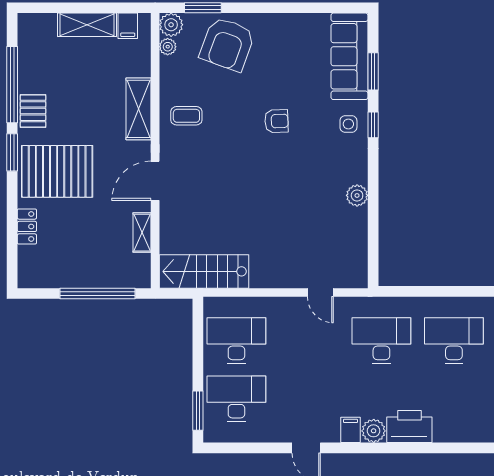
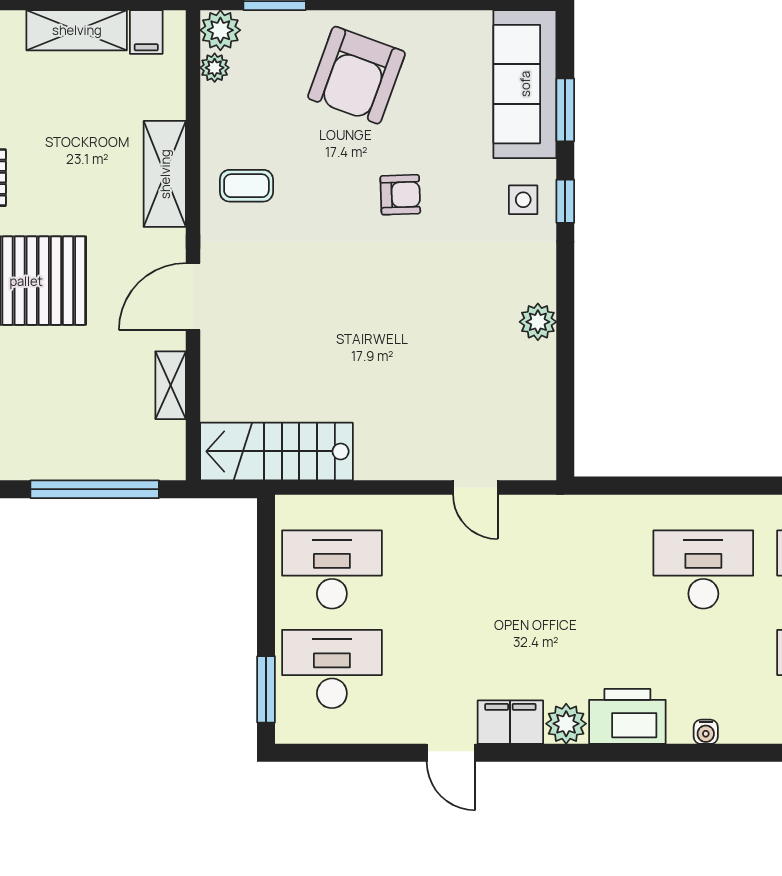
armchair: (227, 44) -> (357, 75), moved
desk: (381, 340) -> (580, 569), removed
filing cabinet: (350, 430) -> (510, 722), width x2.00
water cooler: (455, 436) -> (706, 732), added

